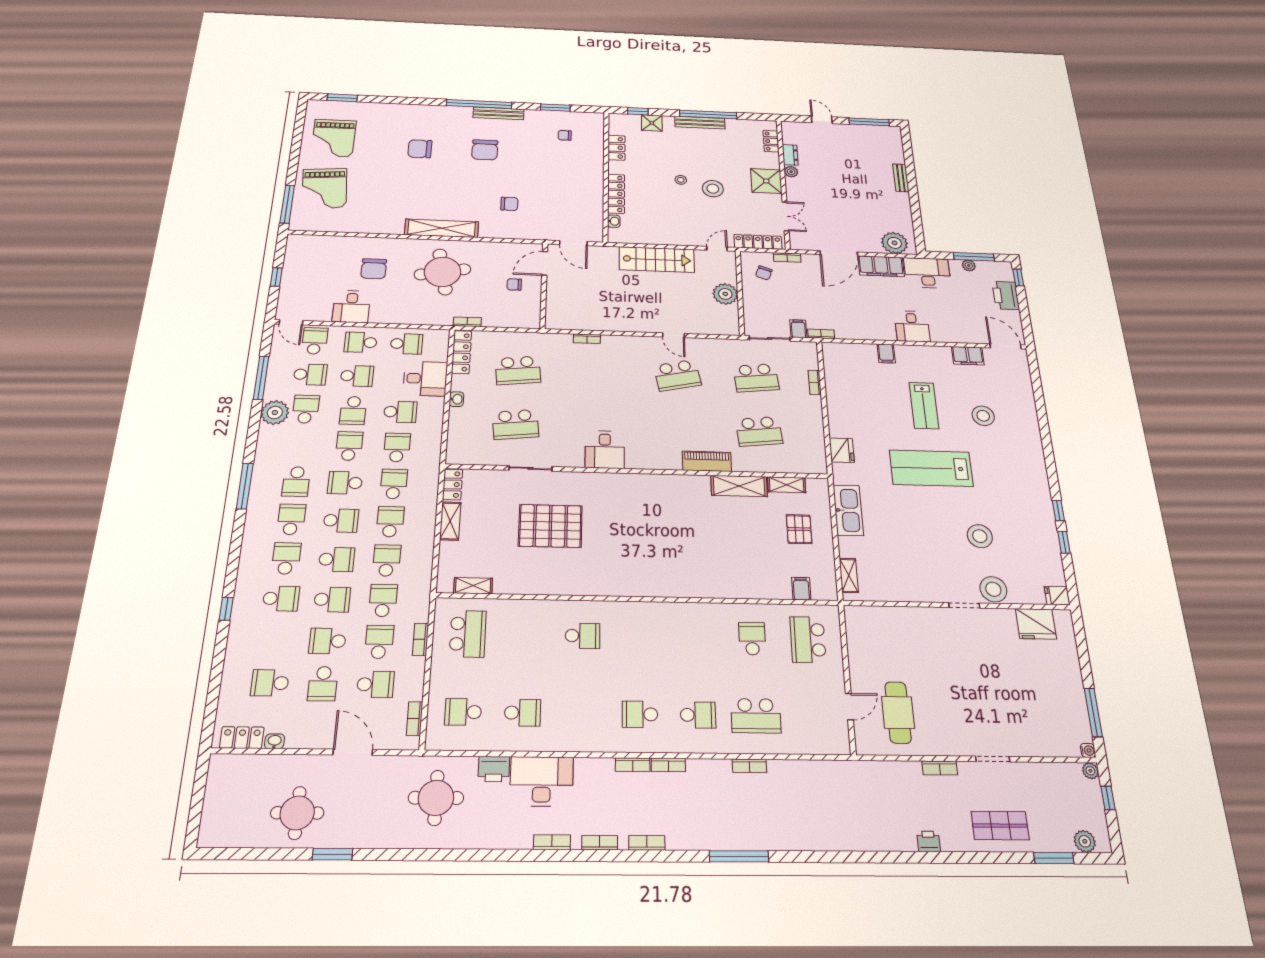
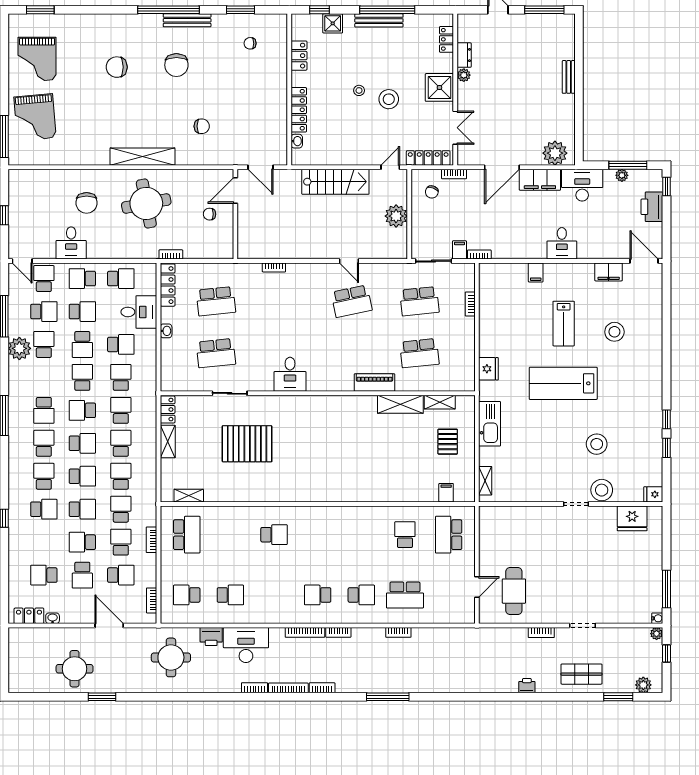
bookcase: (633, 765) -> (305, 632), width x1.56
bookcase: (600, 843) -> (288, 688), width x1.56

